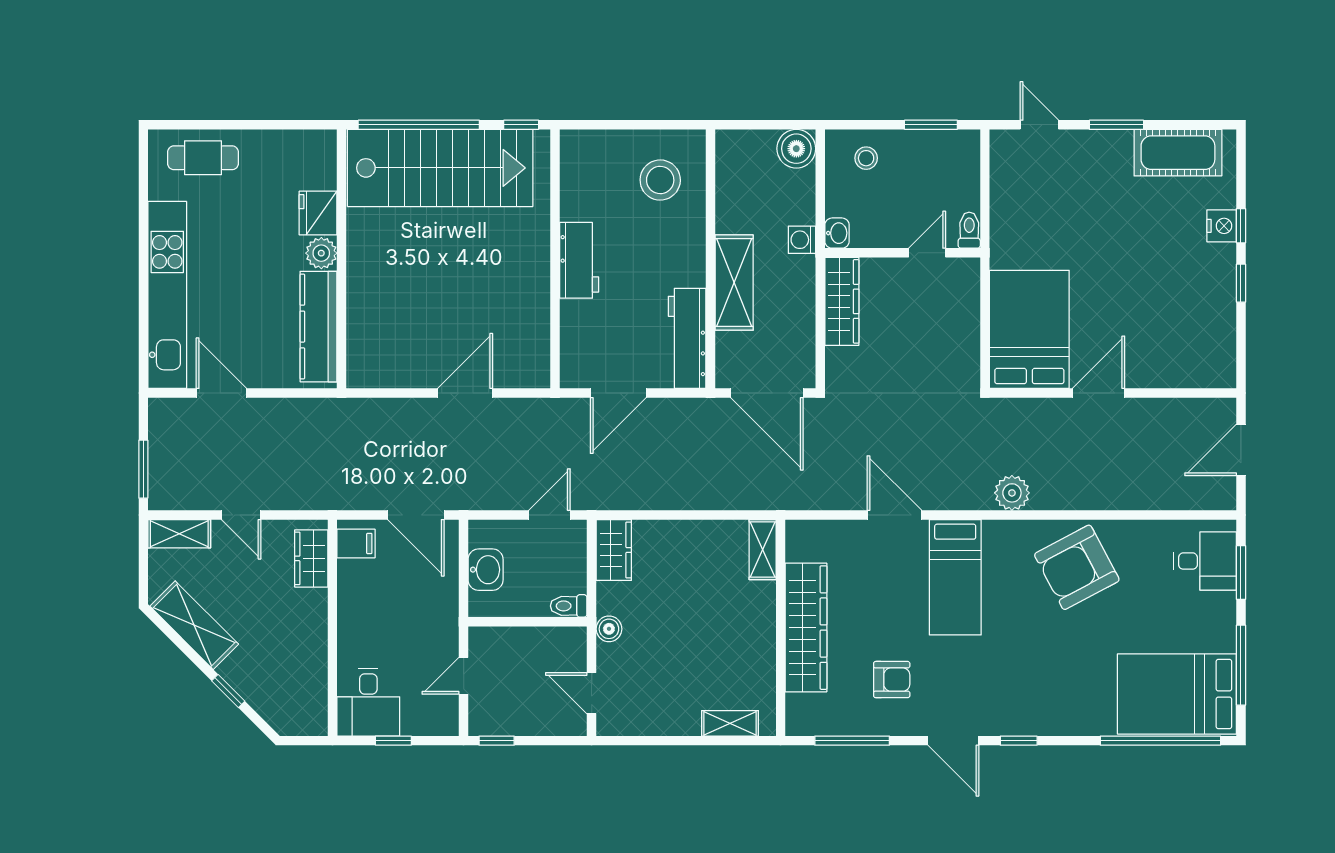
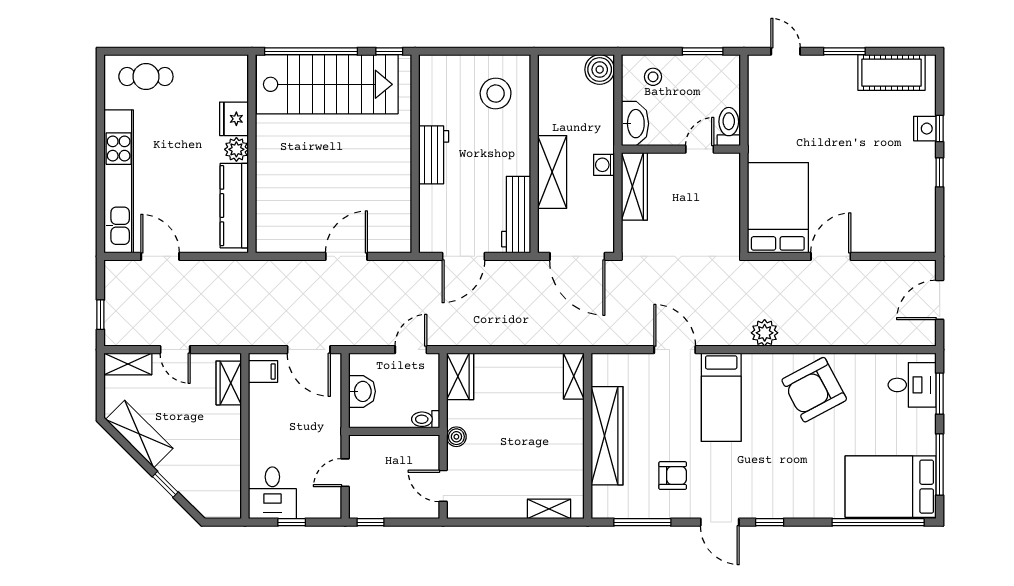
toilet: (969, 230) -> (729, 127), width x1.37, depth x1.39
washbasin: (837, 233) -> (635, 124), width x1.91, depth x1.45
washing machine: (802, 240) -> (604, 165), moved
window: (143, 469) -> (100, 315), width x0.67

